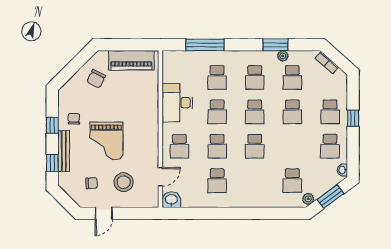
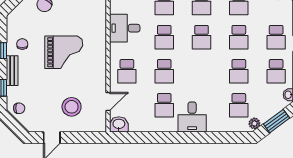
desk: (177, 103) -> (125, 28), width x0.73
grand piano: (106, 141) -> (64, 52), moved, turned -90
school desk: (255, 146) -> (239, 71), moved
bench: (64, 151) -> (12, 71), width x0.73
chair: (92, 183) -> (19, 108), moved
desk: (245, 192) -> (192, 117), added

